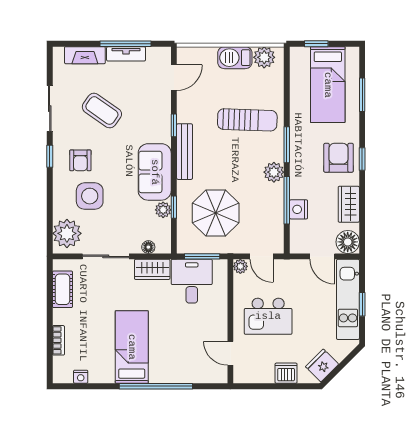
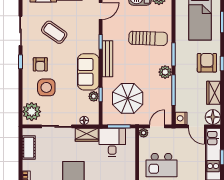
nightstand: (299, 209) -> (181, 118), moved
door: (262, 256) -> (157, 126), swing flipped

